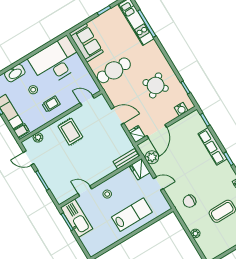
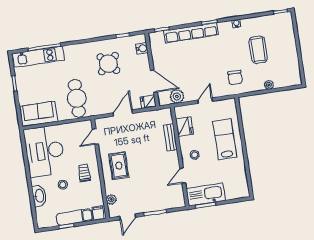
rug: (70, 132) -> (119, 166), turned 90
row of seats: (212, 146) -> (191, 33), width x1.36
bench: (126, 159) -> (170, 137), moved
fridge: (140, 169) -> (184, 127), moved, turned -90

